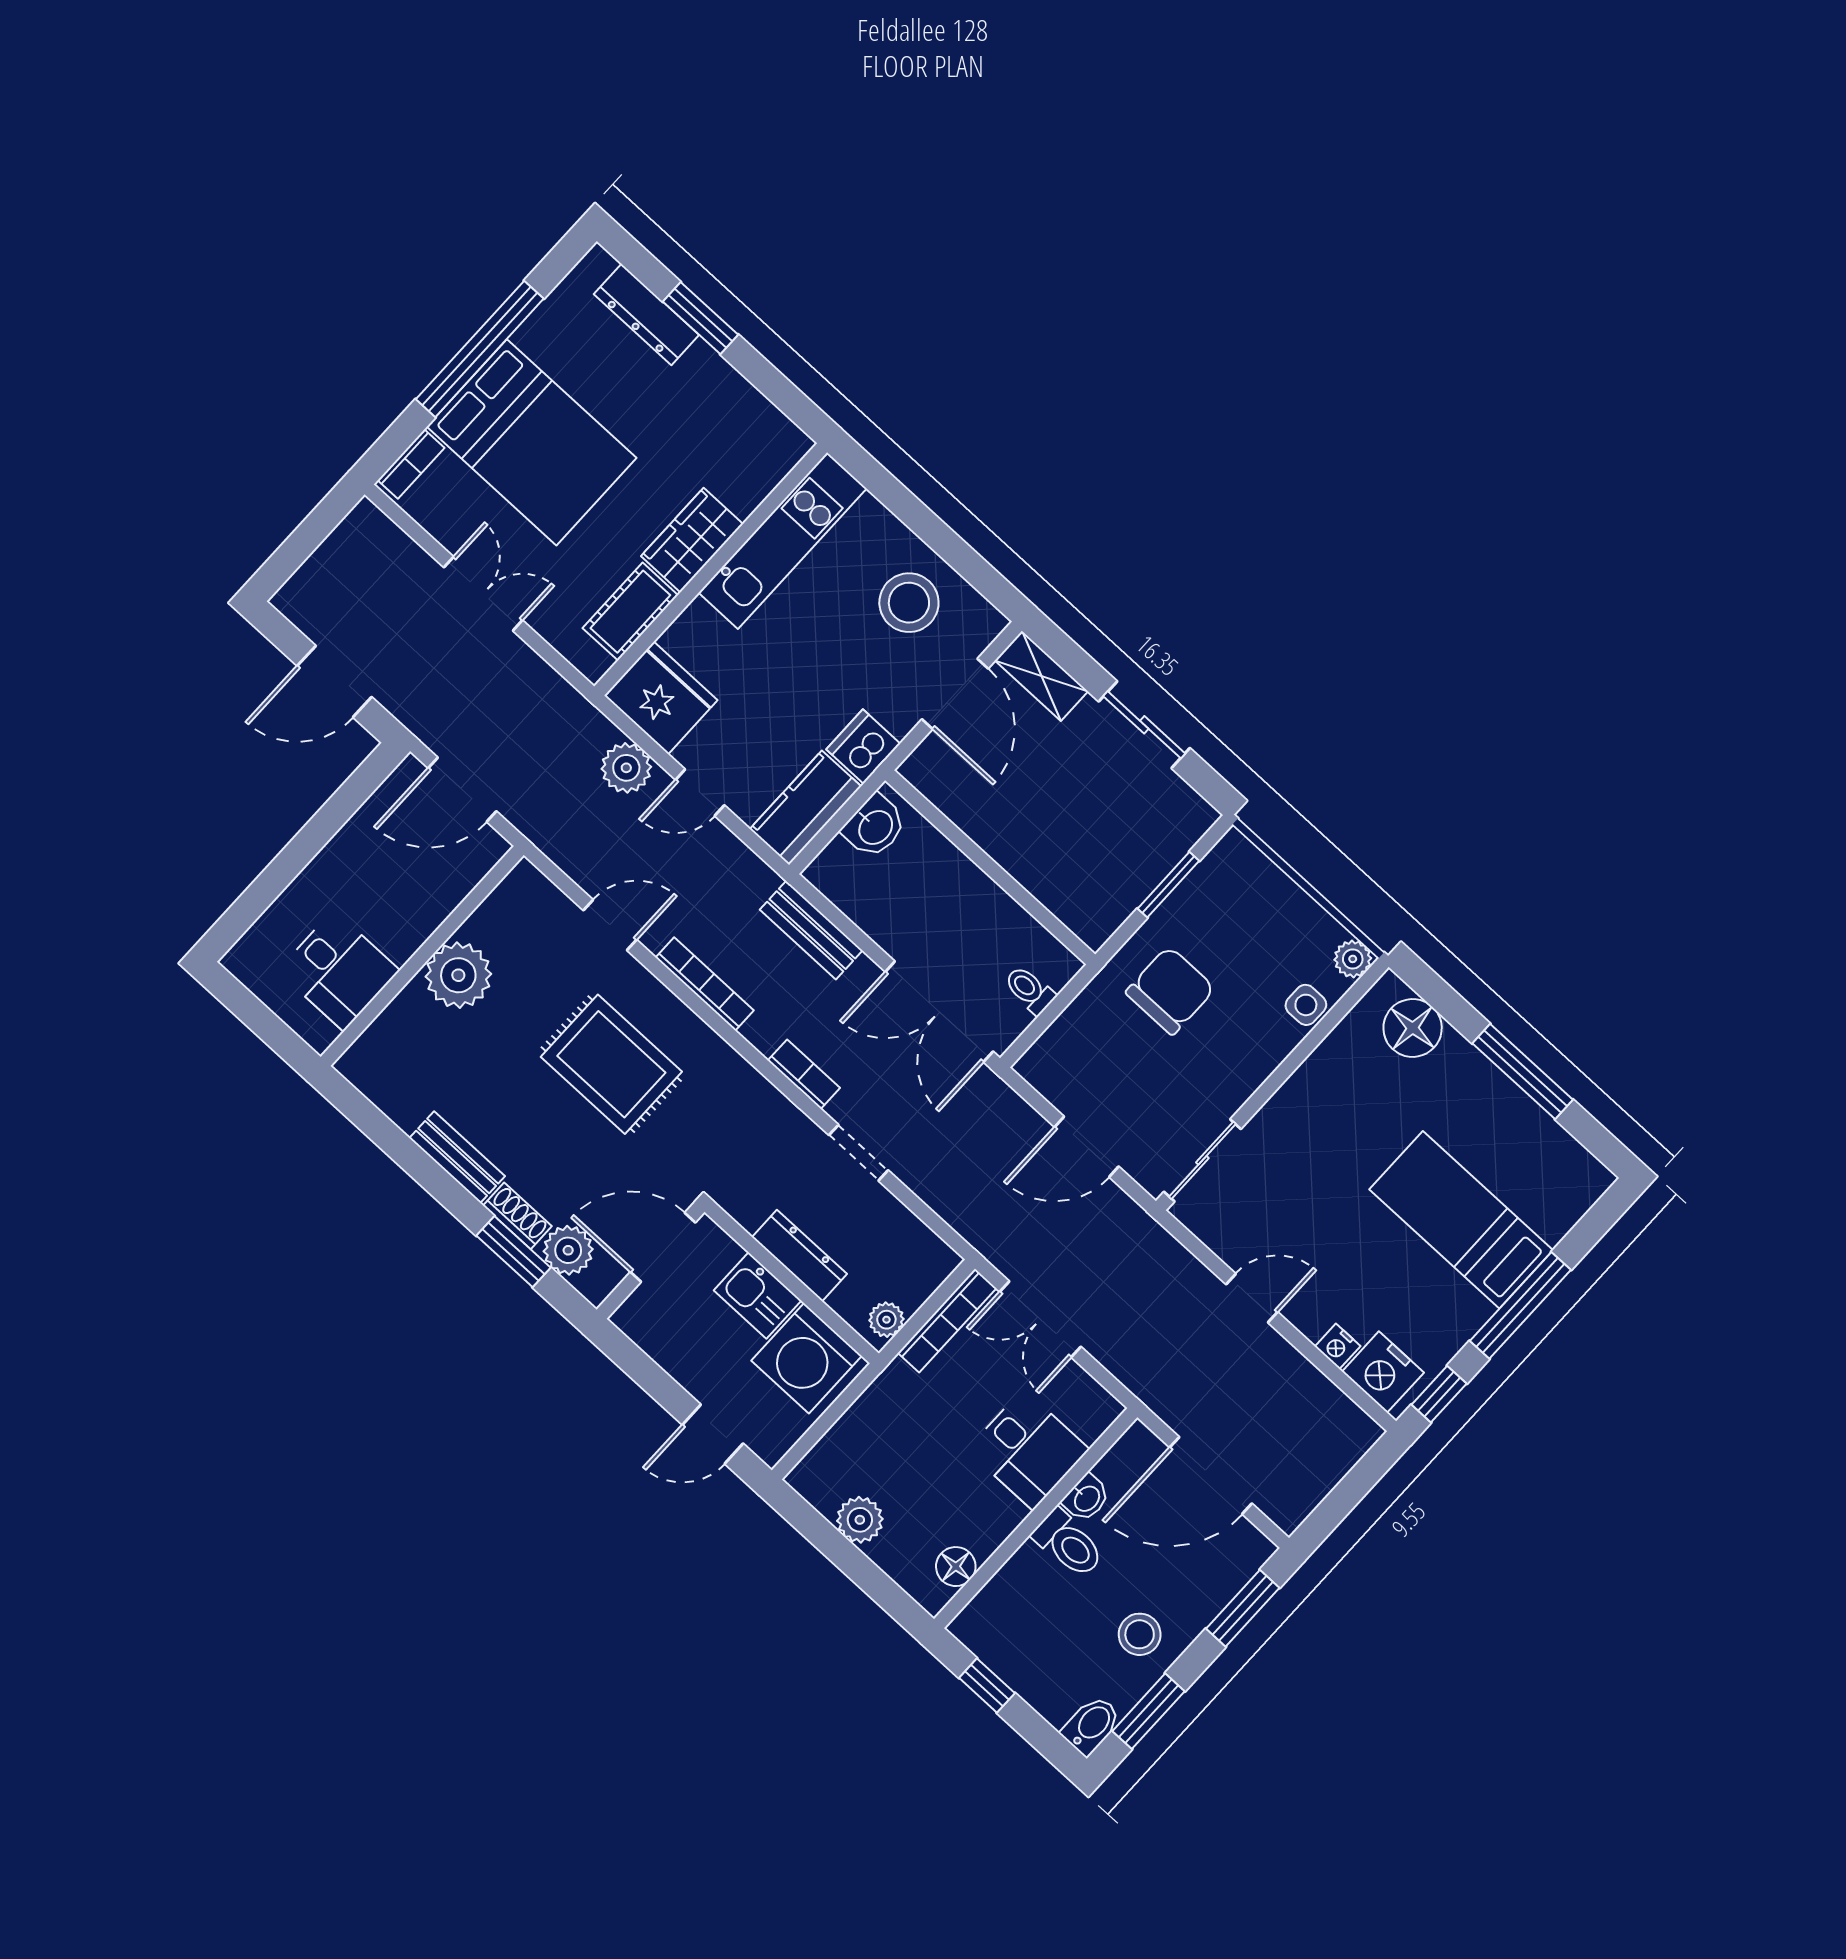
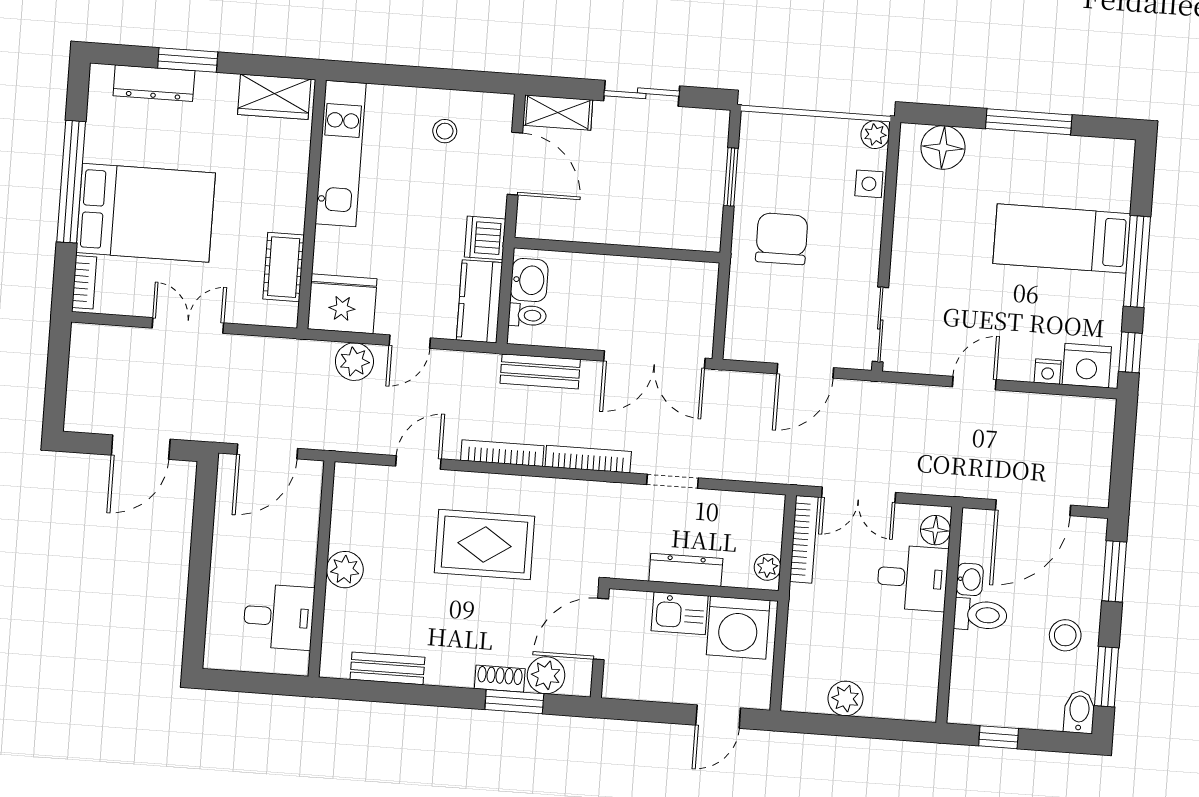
wardrobe: (692, 540) -> (274, 97), moved, turned -90
stool: (909, 603) -> (445, 131), width x0.53, depth x0.53
plant: (458, 975) -> (345, 570), width x0.73, depth x0.73
toilet: (1030, 990) -> (527, 315), moved, turned 180
bookcase: (804, 1074) -> (588, 459), width x1.56
bench: (457, 1157) -> (387, 668), moved
floor lamp: (956, 1567) -> (935, 530), moved

